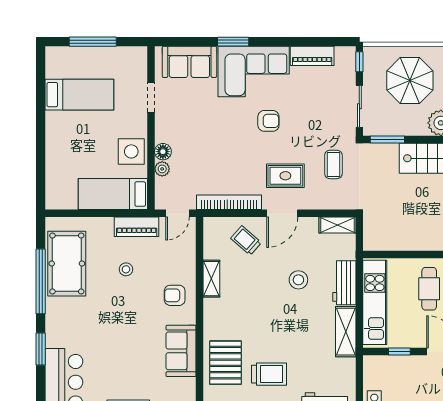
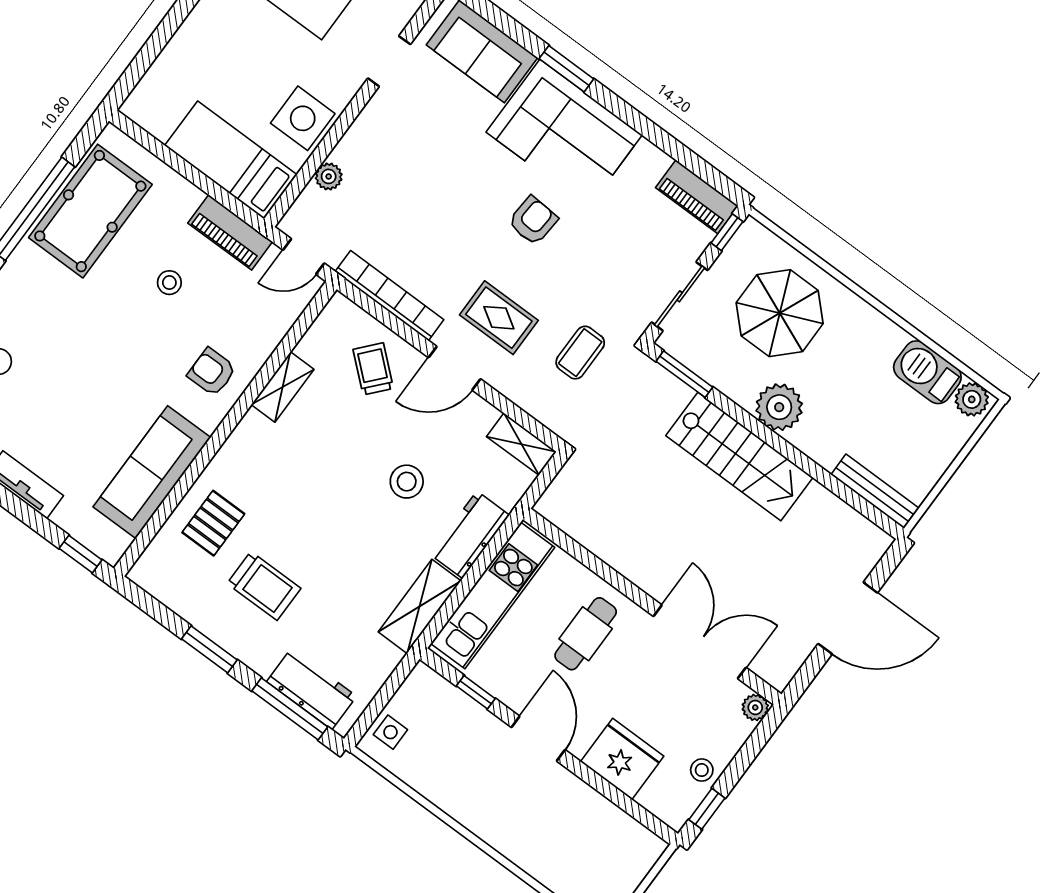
piano: (312, 56) -> (697, 197), moved
armchair: (268, 121) -> (533, 221), turned -86
floor lamp: (163, 152) -> (348, 152), removed
sofa: (181, 351) -> (152, 472), width x1.36
pallet: (226, 363) -> (213, 523), width x0.67, depth x0.71

